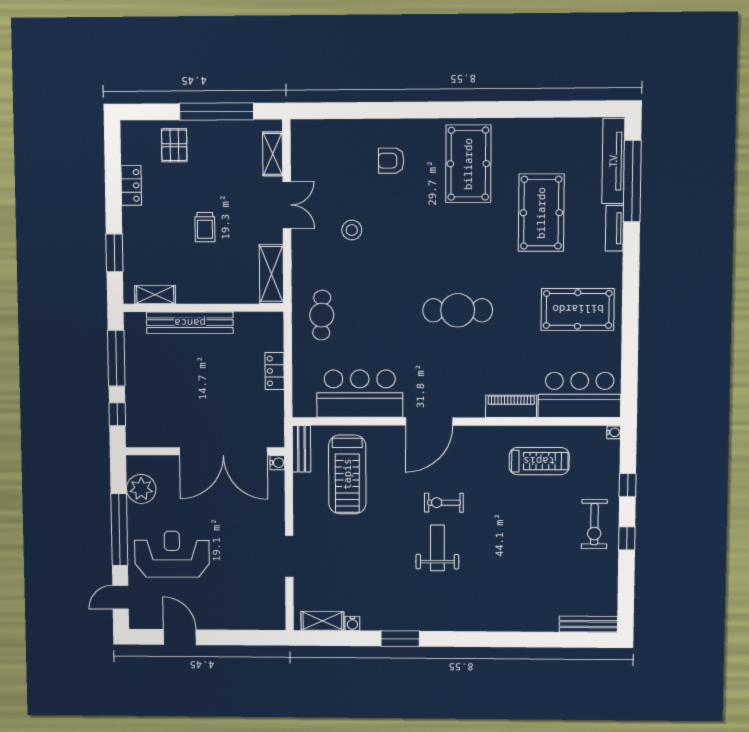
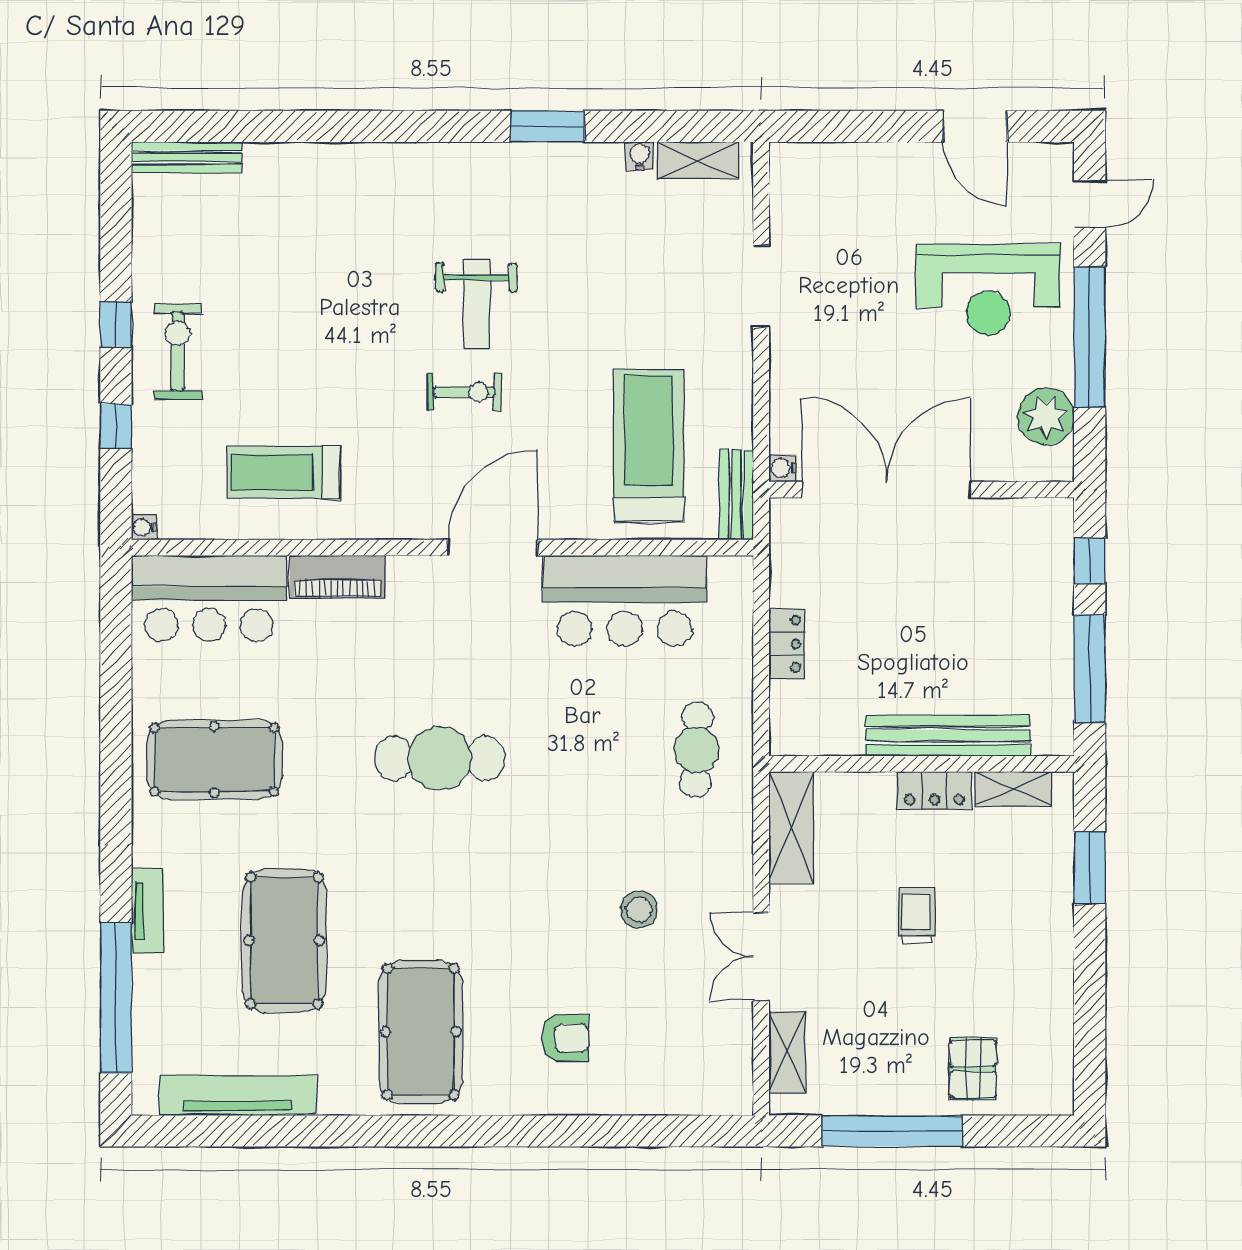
tv unit: (613, 161) -> (238, 1095), moved, turned -90
locker: (131, 185) -> (934, 790), moved, turned -90

